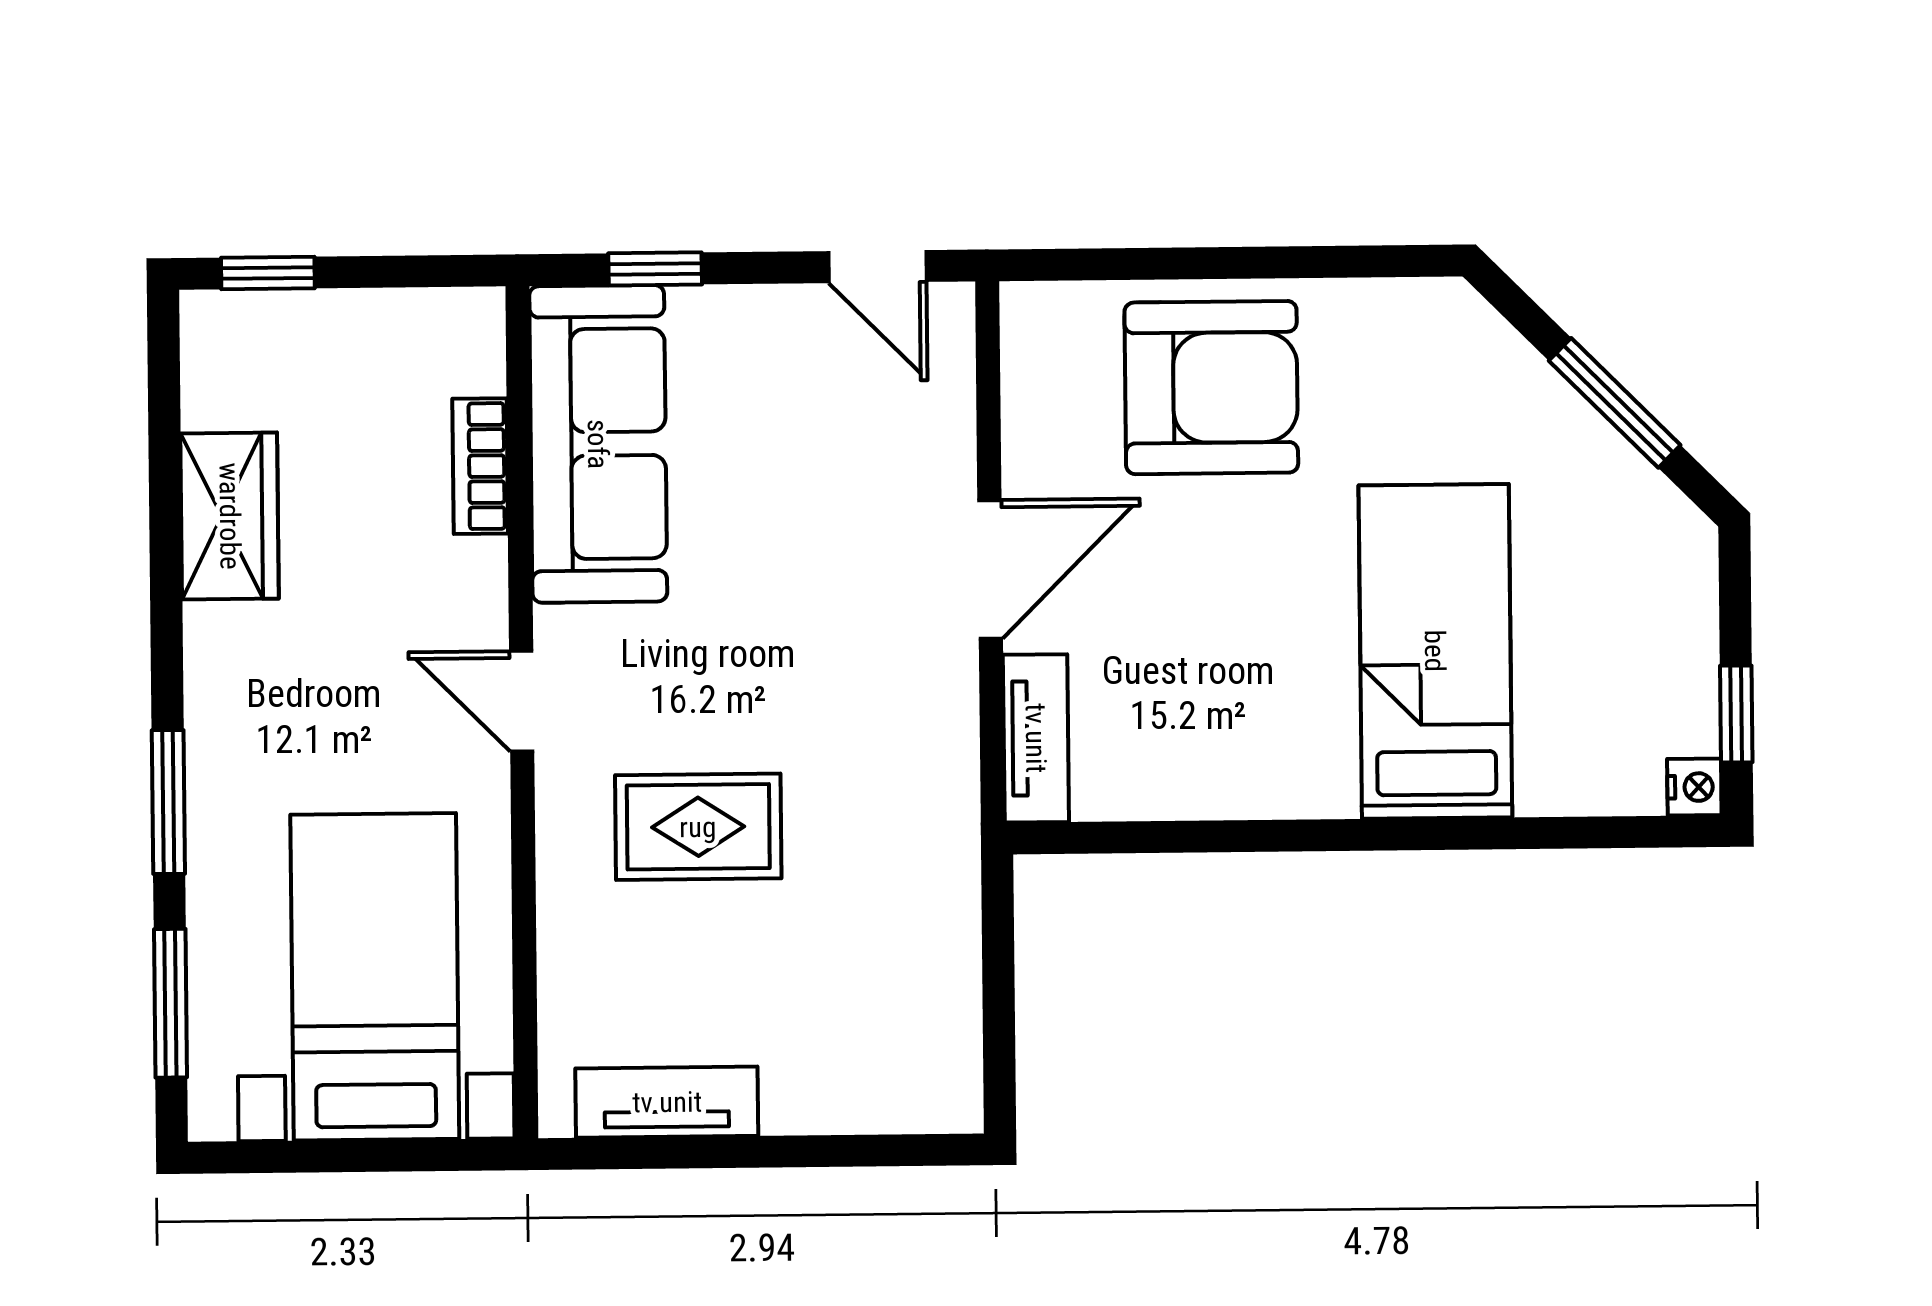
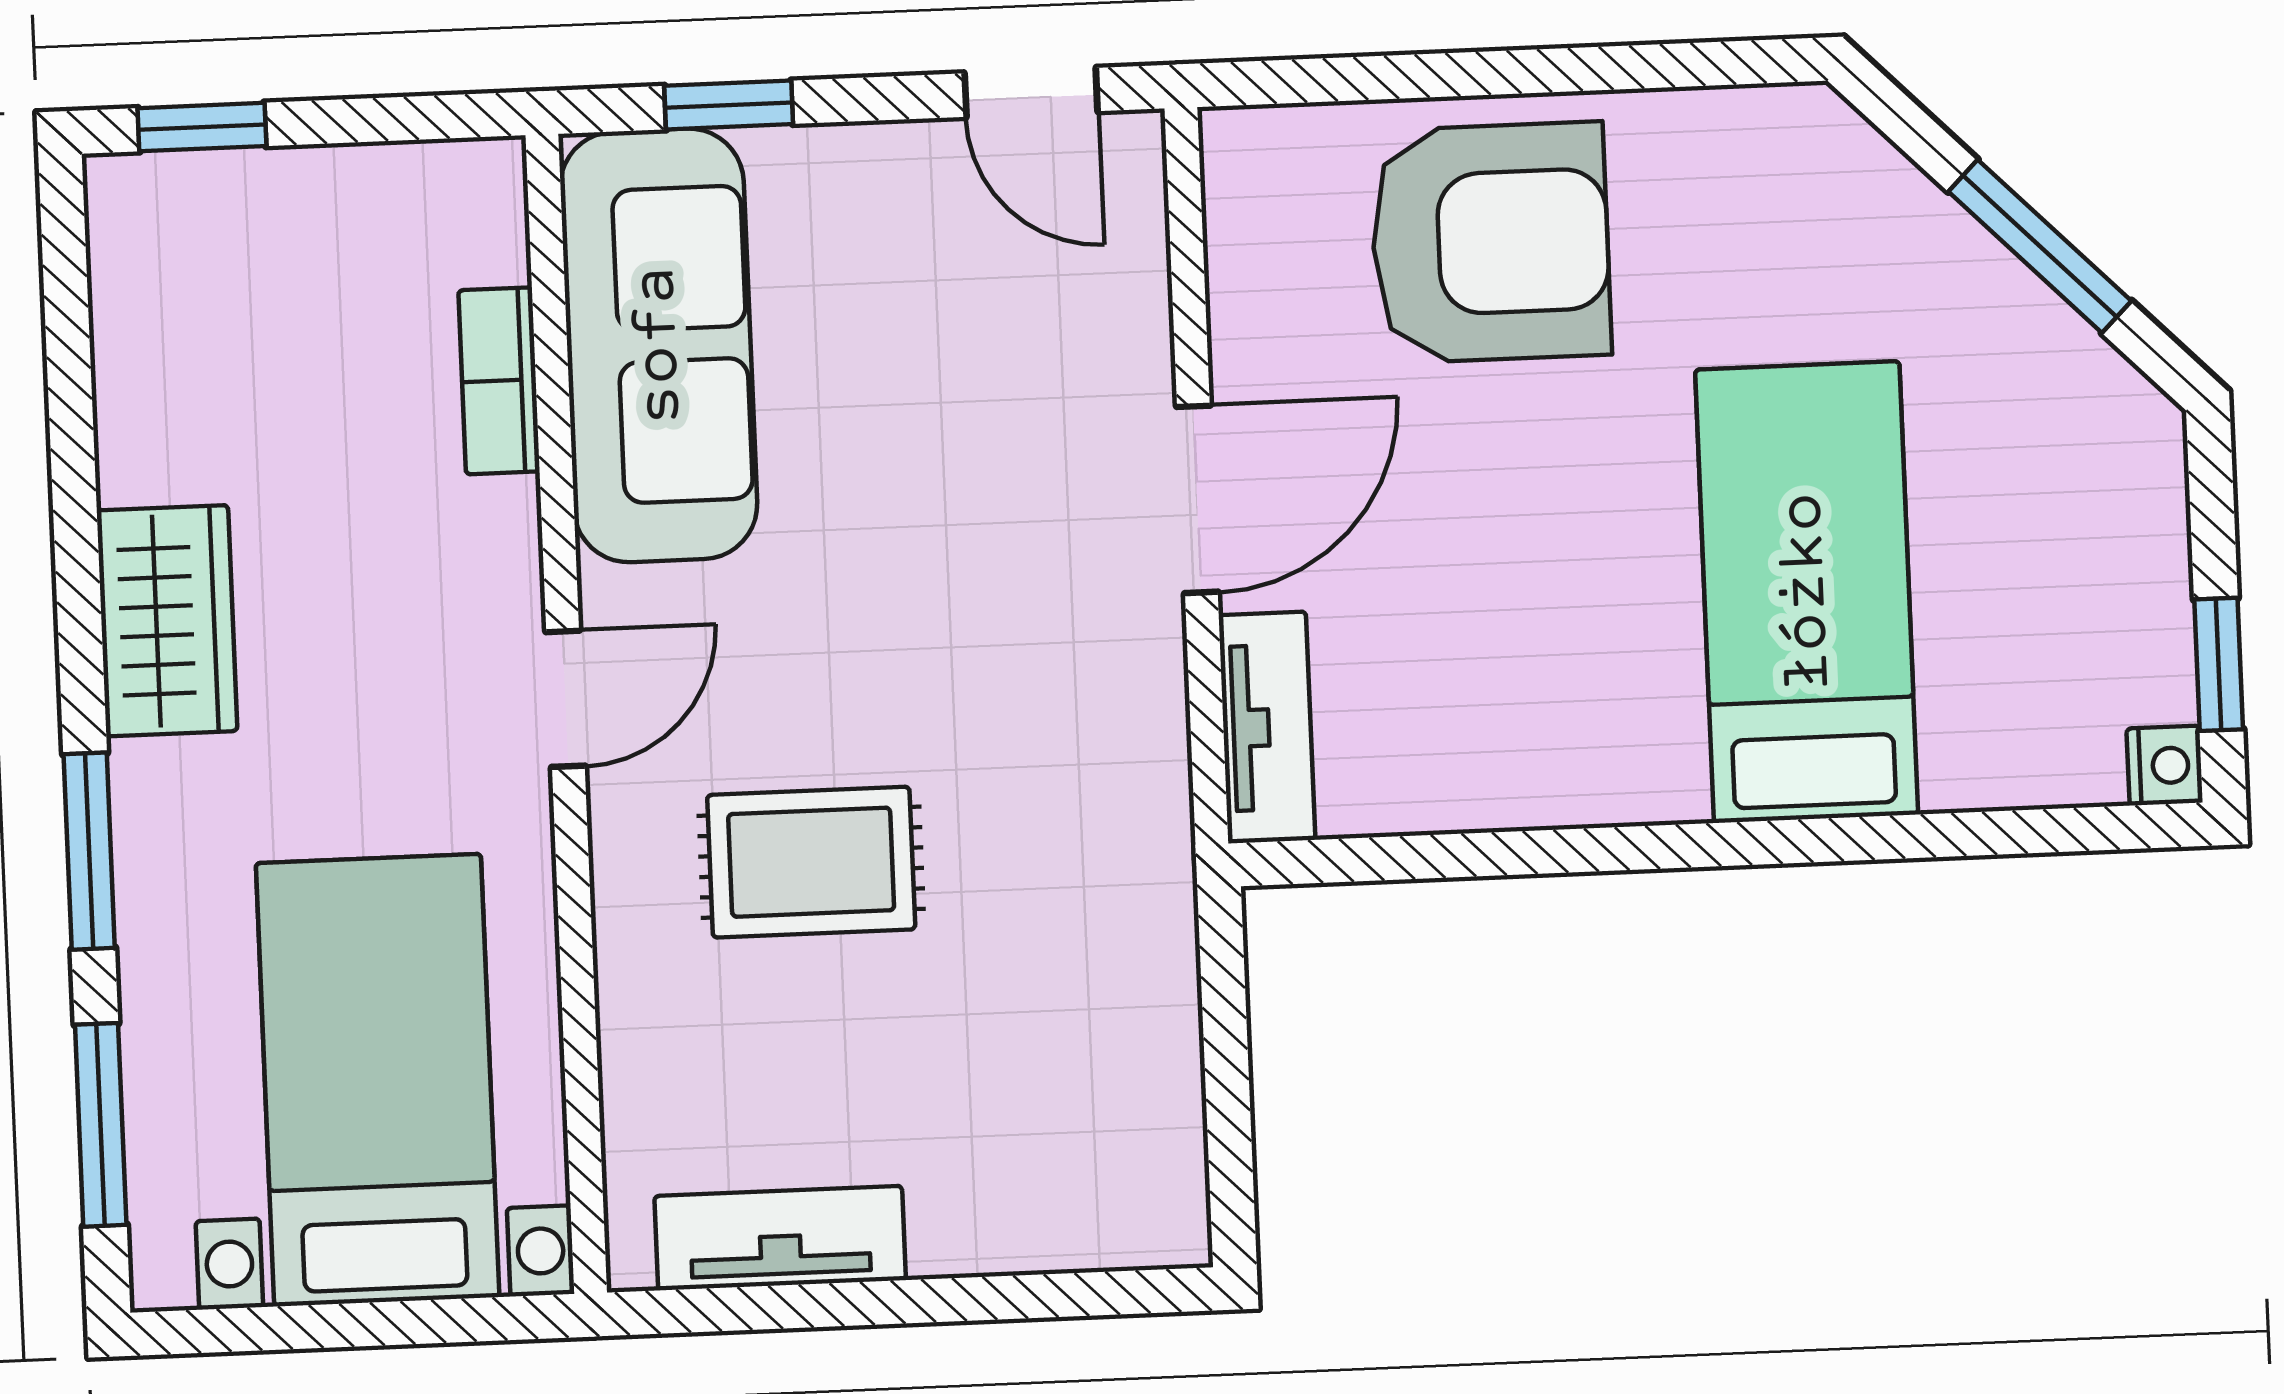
wardrobe: (230, 516) -> (167, 621), moved
door: (522, 701) -> (566, 699), swing flipped

